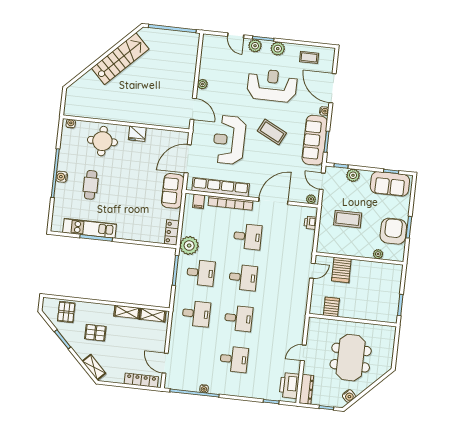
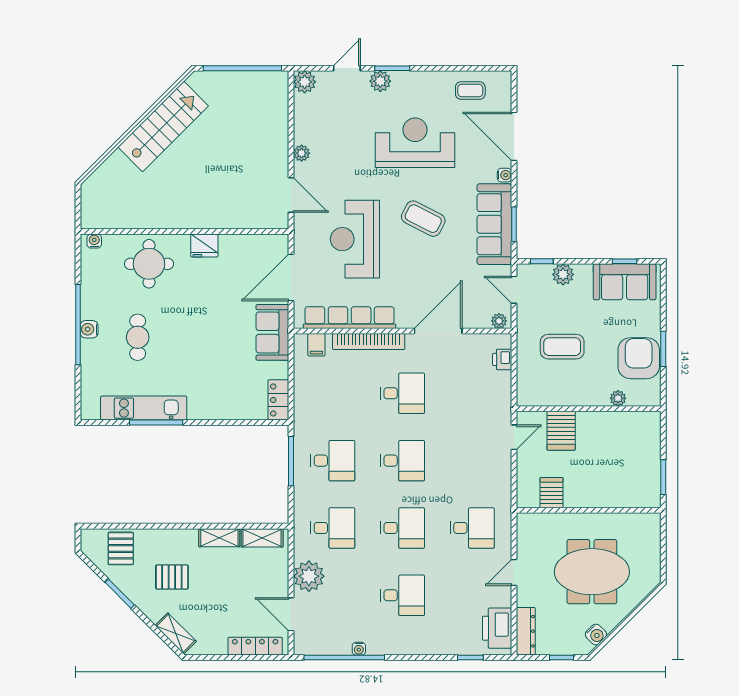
door: (236, 36) -> (347, 68), swing flipped
plant: (278, 49) -> (305, 82), moved
plant: (189, 246) -> (309, 576), moved
desk: (281, 323) -> (472, 528), added
meeting table: (351, 358) -> (592, 572), turned 90

